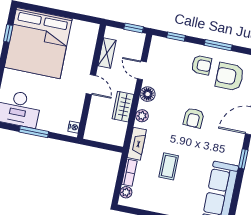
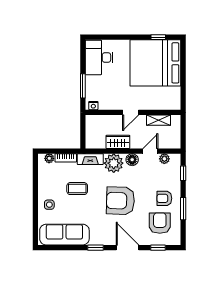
window: (134, 28) -> (183, 138), removed
plant: (154, 56) -> (164, 159), added
armchair: (201, 65) -> (164, 198), turned 90
plant: (142, 116) -> (114, 163), width x1.87, depth x1.87
armchair: (194, 118) -> (120, 201), width x1.88, depth x1.88
window: (34, 132) -> (83, 86), moved
side table: (181, 203) -> (49, 205), added

